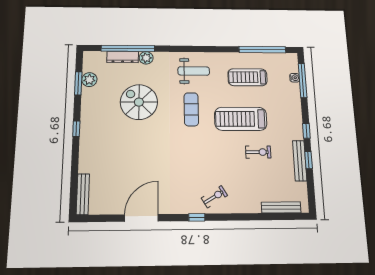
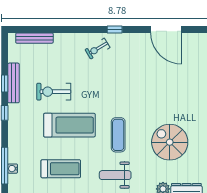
spiral stairs: (139, 102) -> (170, 142), turned 180
exercise bike: (258, 152) -> (54, 92), width x1.38, depth x1.39
door: (141, 218) -> (166, 30), hinge flipped

